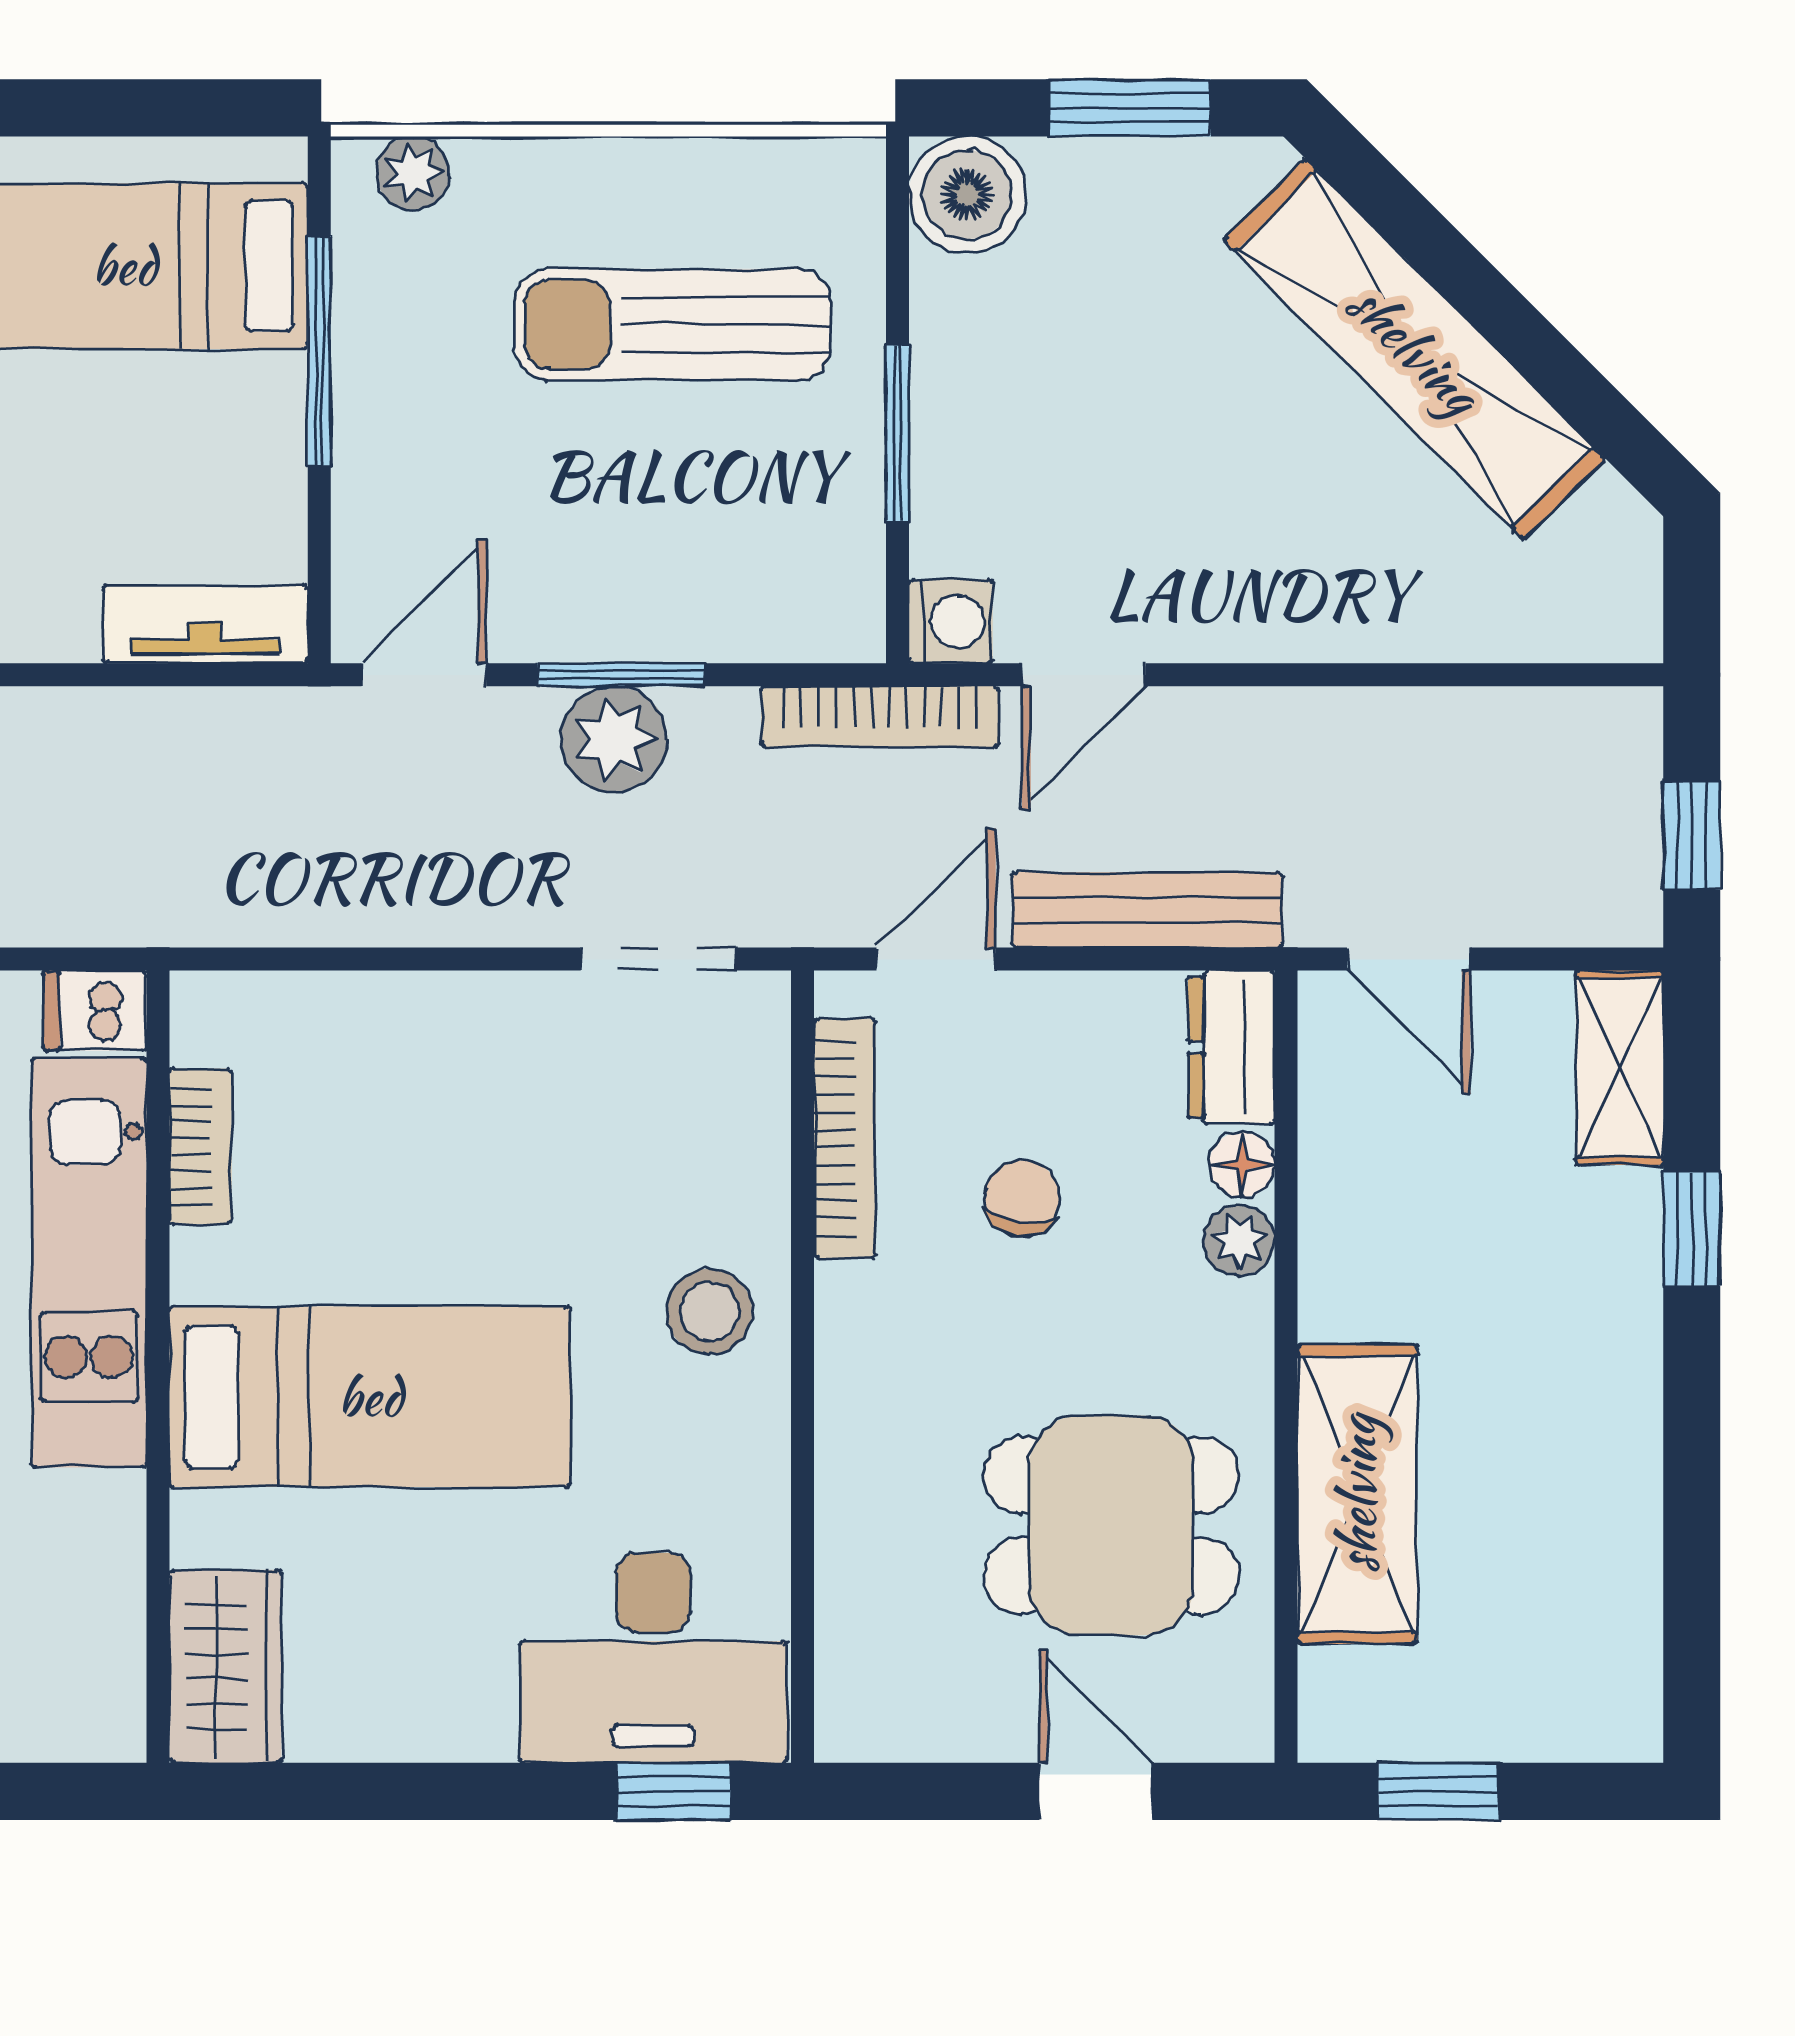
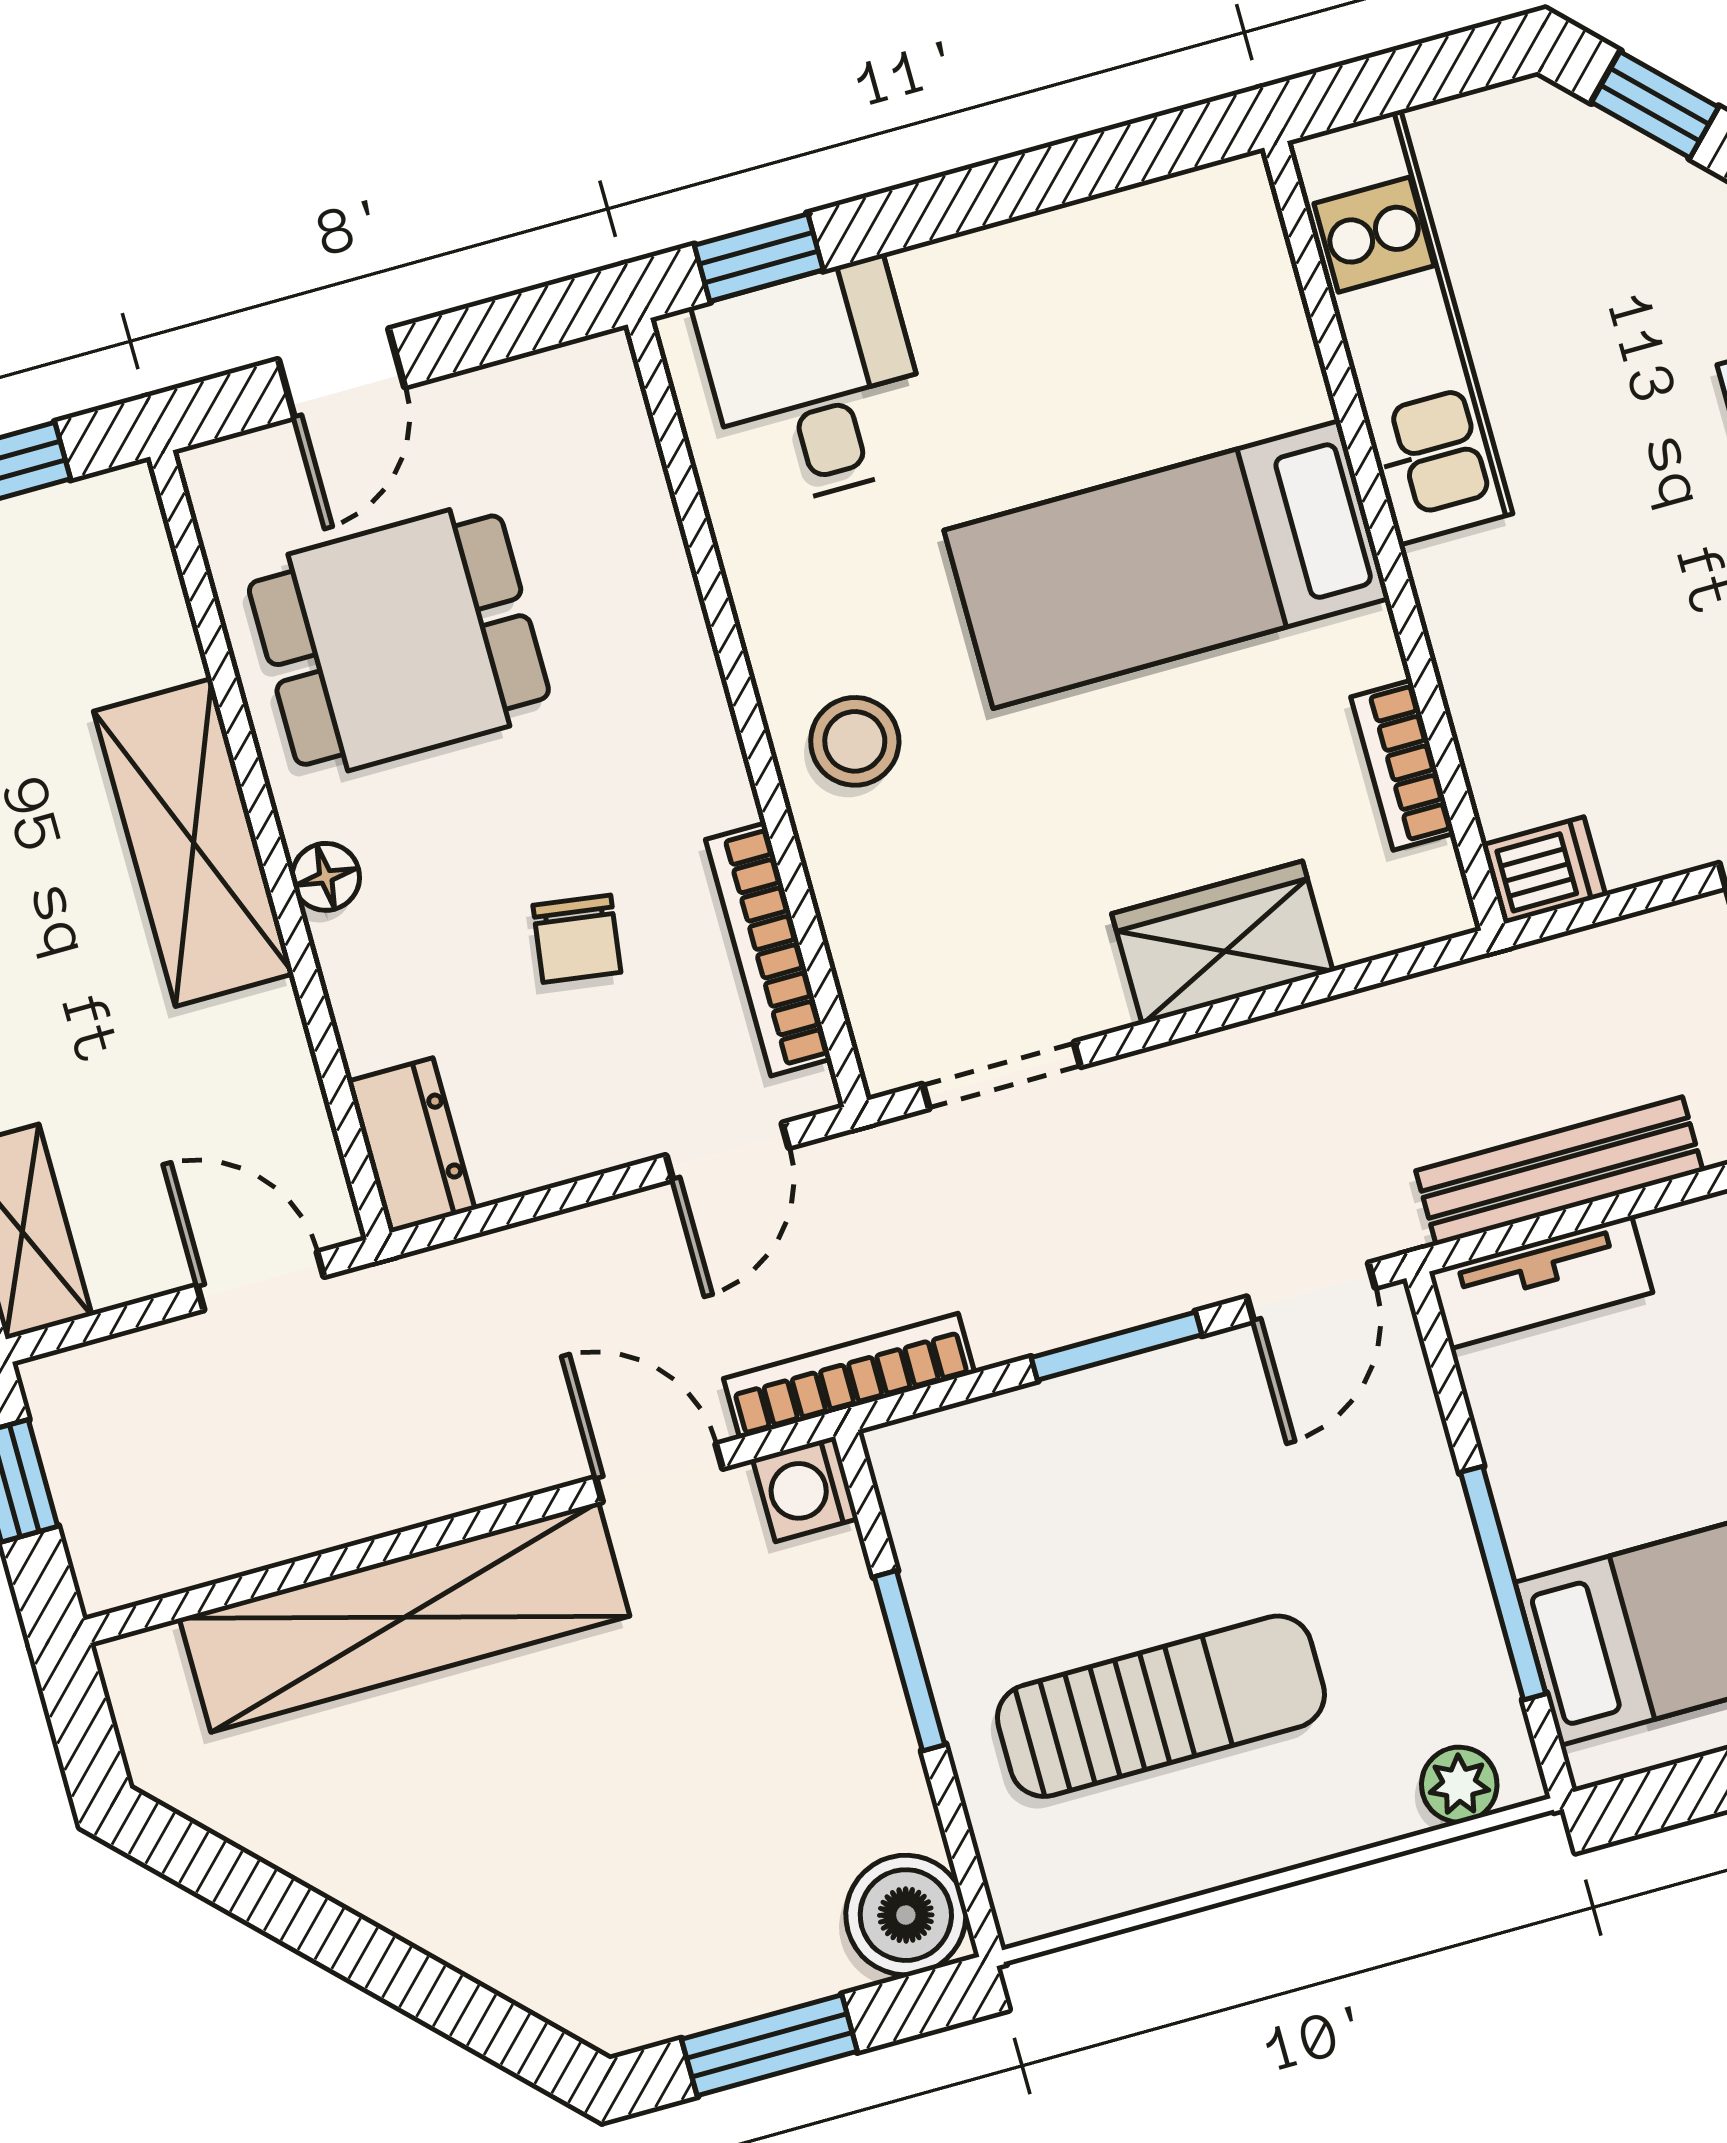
shelving: (1414, 349) -> (405, 1617), moved, turned -45
door: (1084, 675) -> (659, 1473), hinge flipped
plant: (614, 739) -> (1105, 1281), removed
bench: (1147, 910) -> (1559, 1171), moved
floor lamp: (1242, 1165) -> (326, 877), moved
plant: (1239, 1241) -> (351, 957), removed
kitchen unit: (89, 1263) -> (1400, 328), moved
shelving: (1357, 1494) -> (194, 843), moved
desk: (653, 1658) -> (815, 384), width x0.73
wardrobe: (225, 1666) -> (1222, 943), moved, turned 90
door: (1096, 1791) -> (341, 373), hinge flipped

